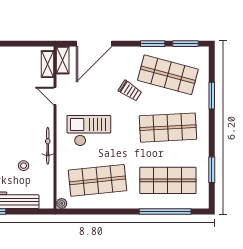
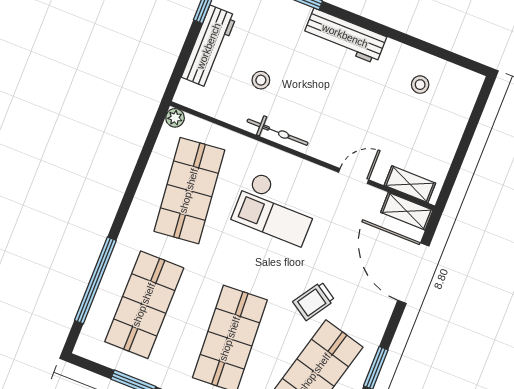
checkout: (89, 131) -> (276, 208), turned 90

